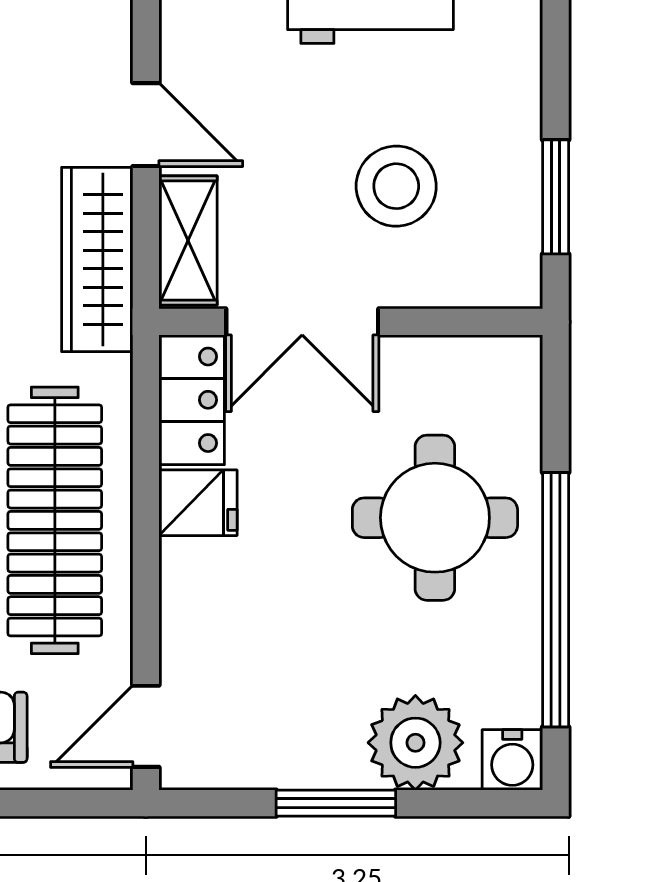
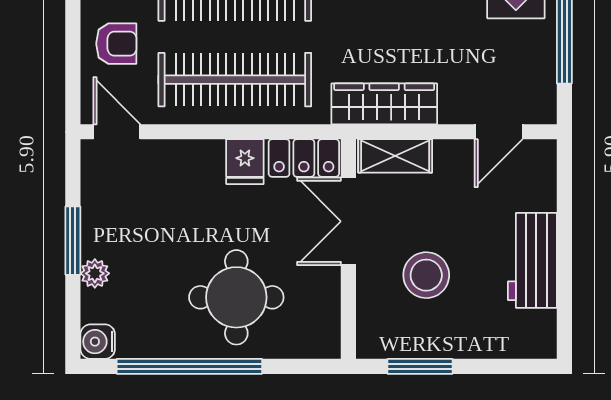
door: (146, 125) -> (499, 132), moved
plant: (415, 743) -> (95, 273), width x0.53, depth x0.53

